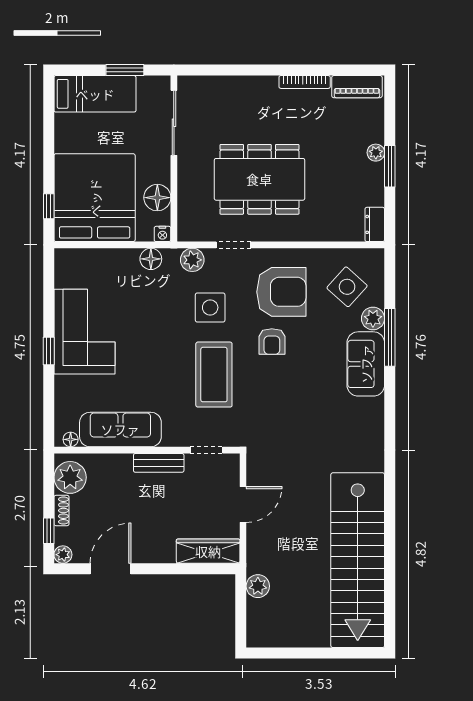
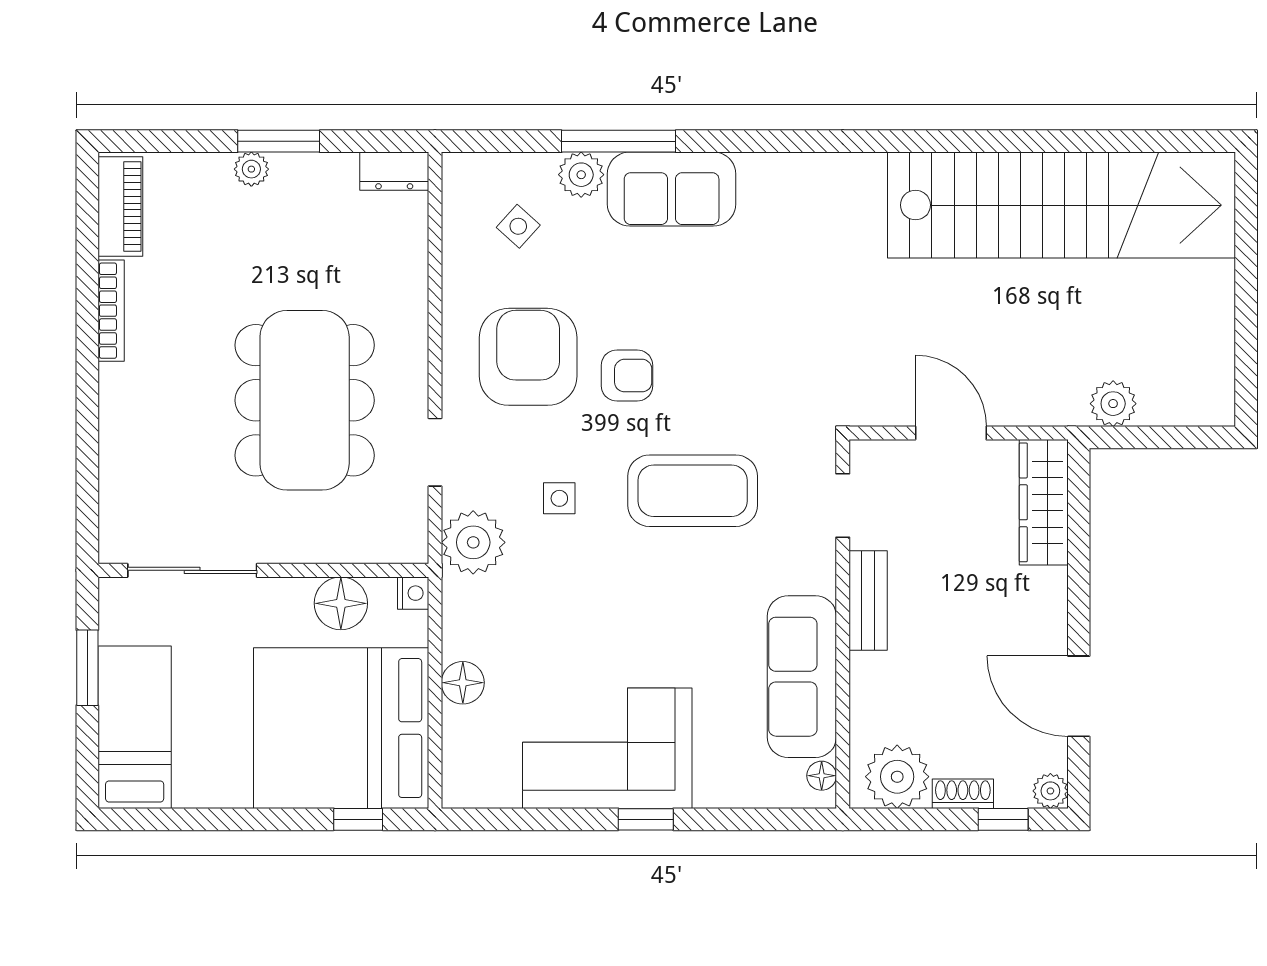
floor lamp: (151, 259) -> (463, 683), moved
plant: (192, 260) -> (473, 542), width x1.36, depth x1.36
side table: (347, 287) -> (518, 226), width x0.54, depth x0.54
side table: (210, 307) -> (559, 498), width x0.54, depth x0.54

